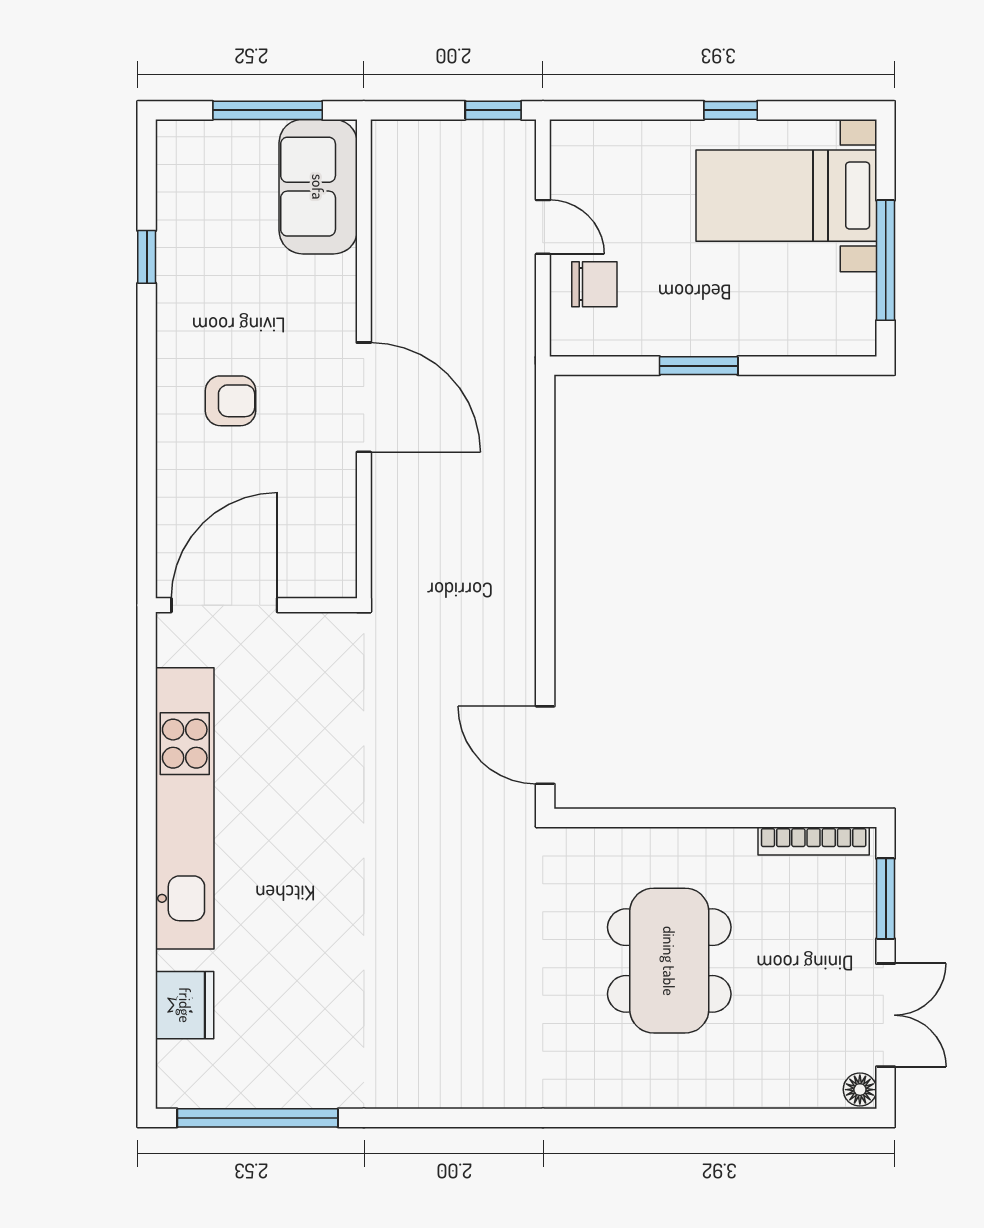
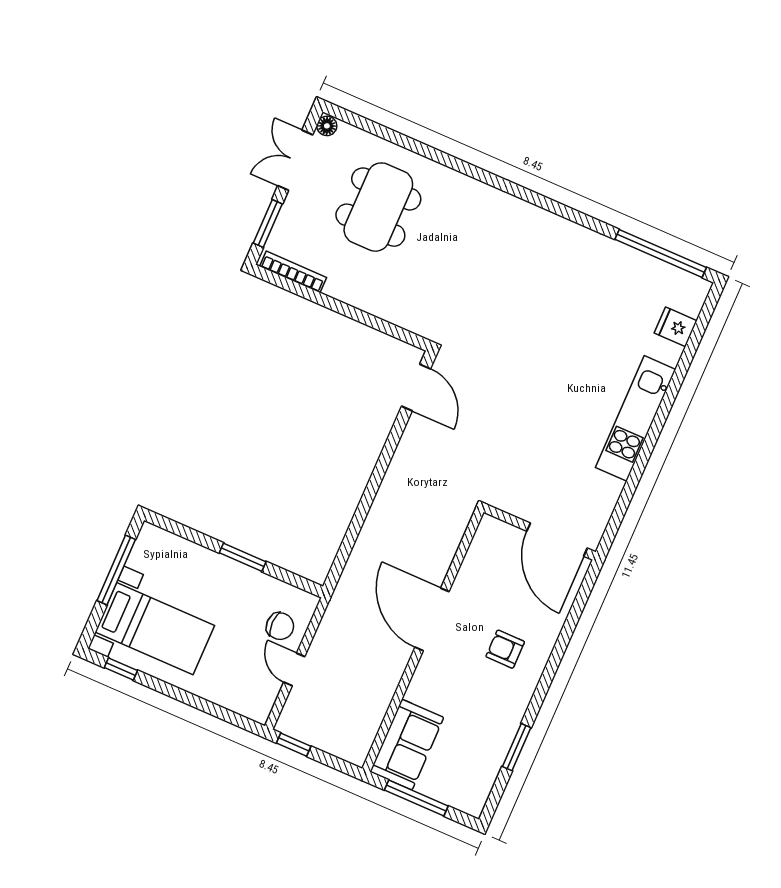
window: (731, 110) -> (121, 669), moved
window: (147, 257) -> (517, 747), width x1.50
chair: (594, 284) -> (280, 626), turned 180
door: (224, 605) -> (557, 540), hinge flipped
kitchen unit: (185, 808) -> (636, 418), width x0.73
dining table: (669, 961) -> (378, 207), moved
fridge: (185, 1005) -> (676, 327), width x0.72

